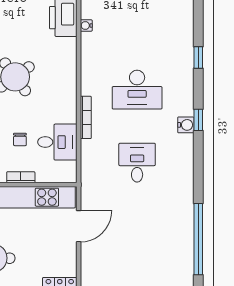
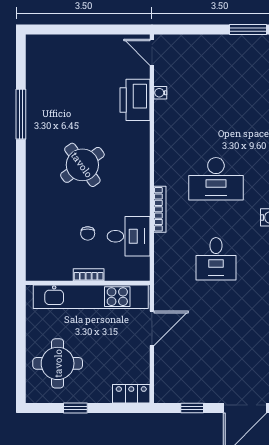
water cooler: (86, 25) -> (160, 93), moved
desk: (137, 163) -> (216, 259), turned 180

